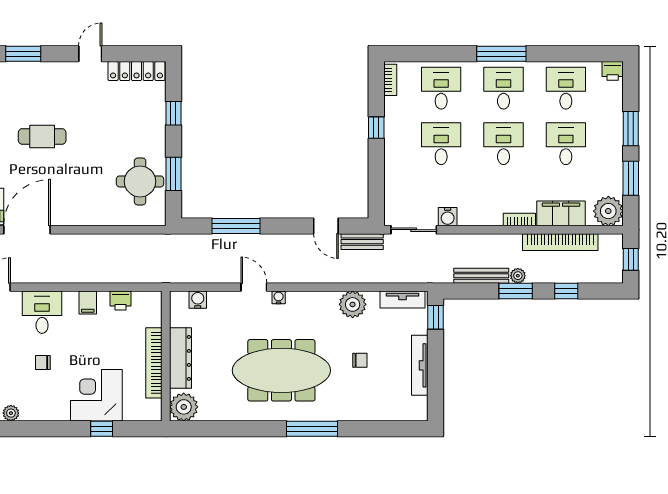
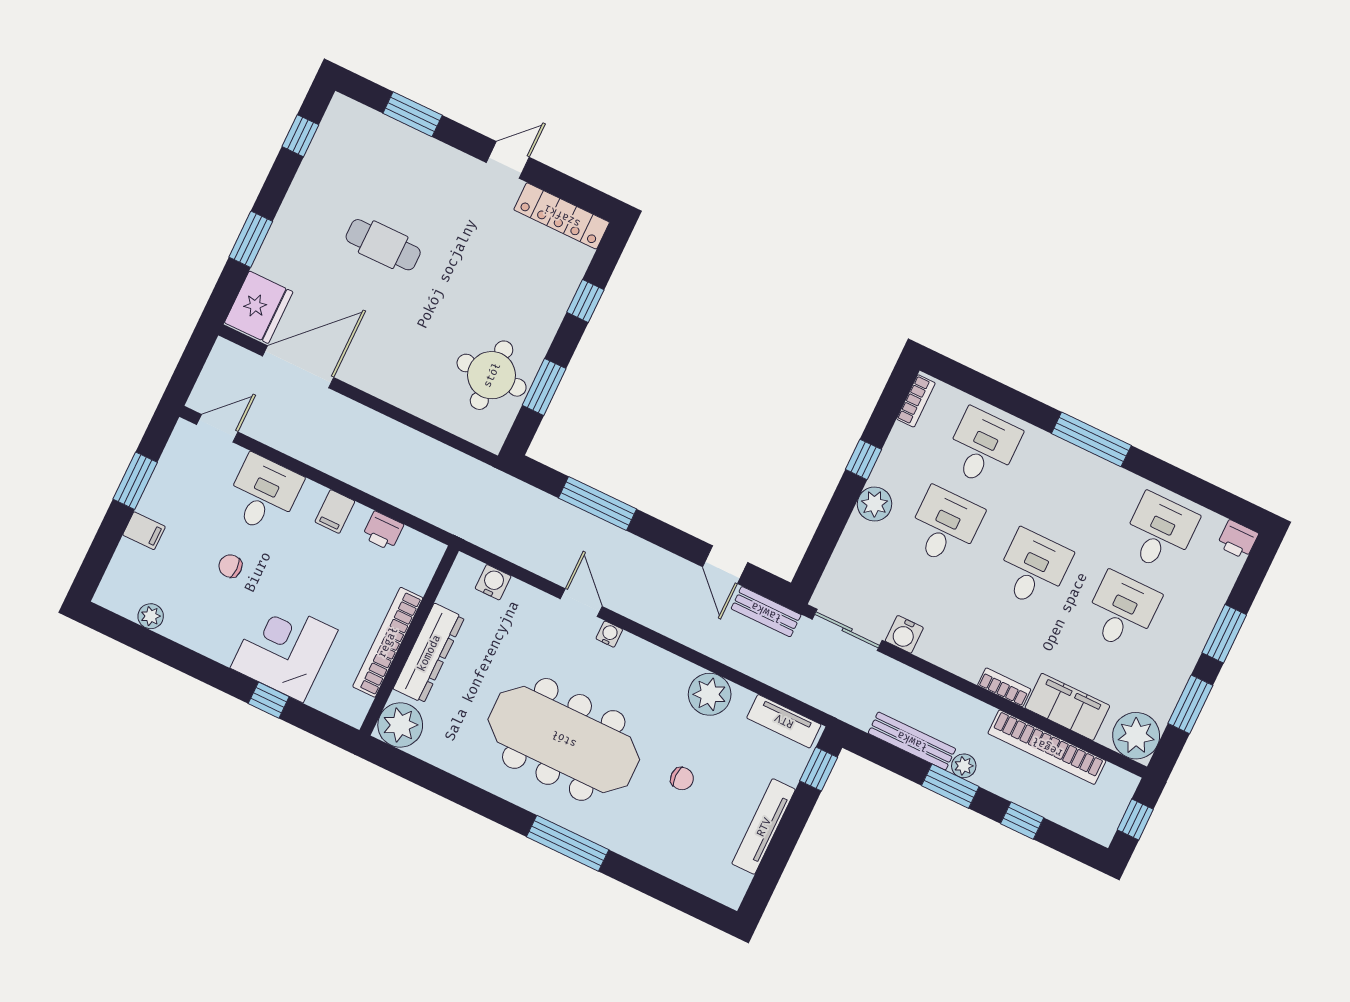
desk: (504, 88) -> (1071, 490), removed
plant: (395, 150) -> (874, 504), added

